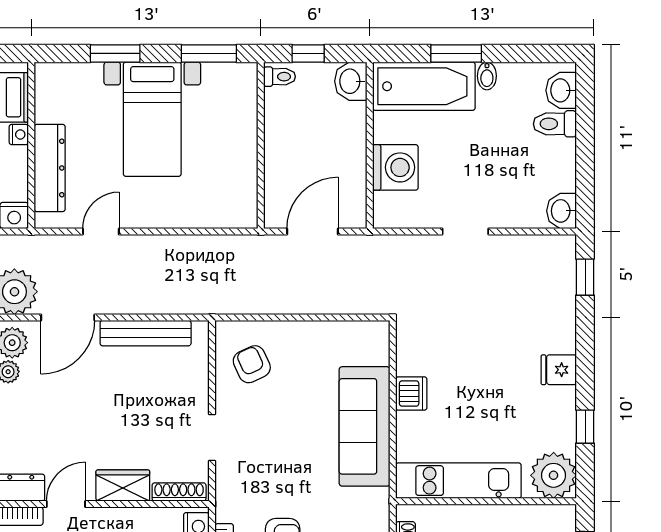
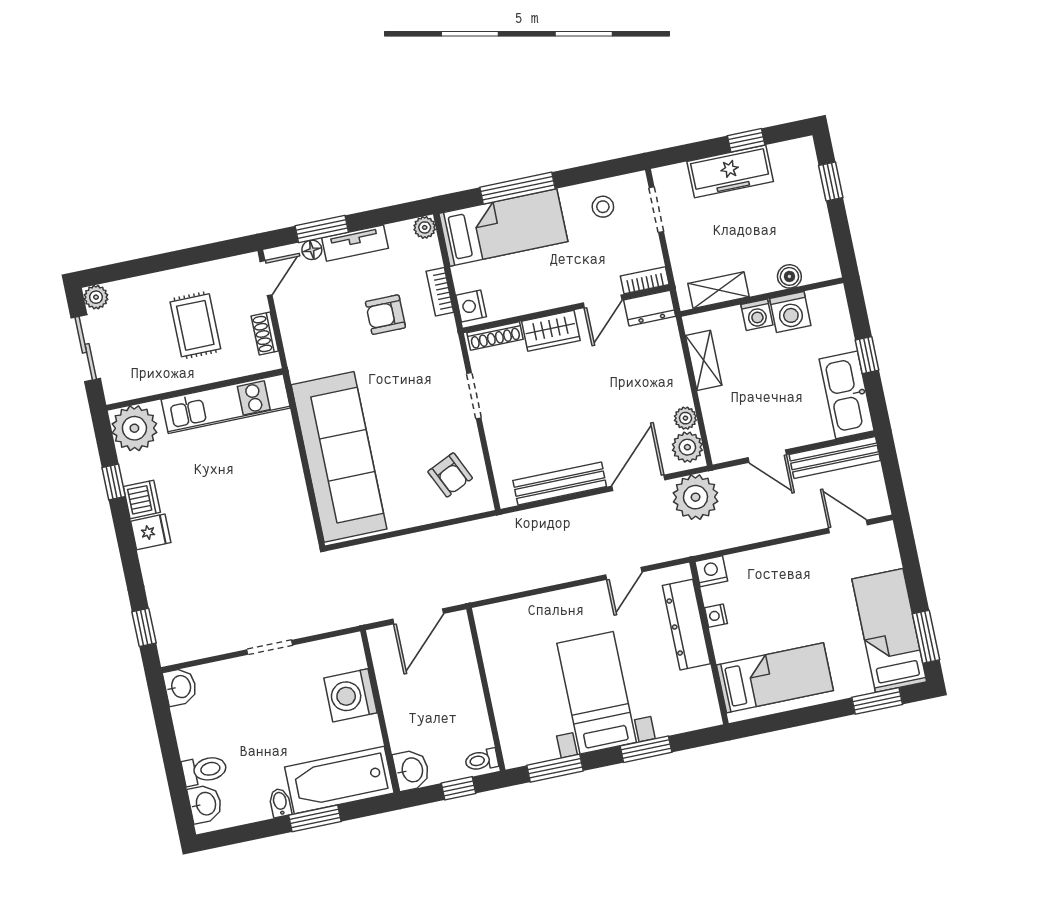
nightstand: (19, 134) -> (716, 616), moved
dishwasher: (411, 394) -> (142, 499), moved, turned 180
sofa: (365, 426) -> (339, 457), width x1.36, depth x1.27

